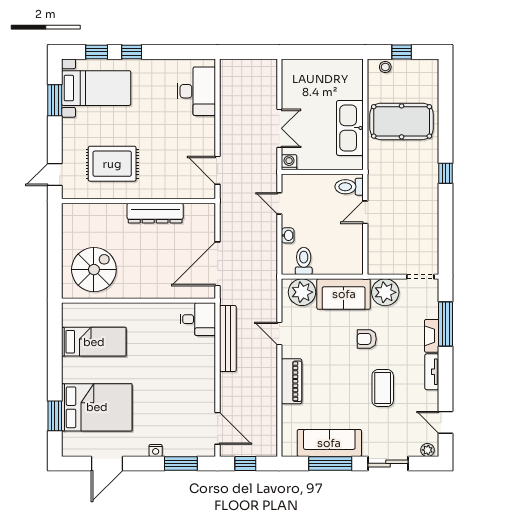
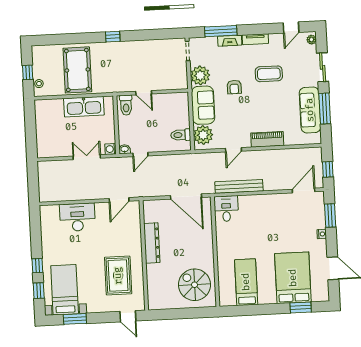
desk: (196, 91) -> (77, 217), moved
washbasin: (288, 235) -> (125, 149), moved

